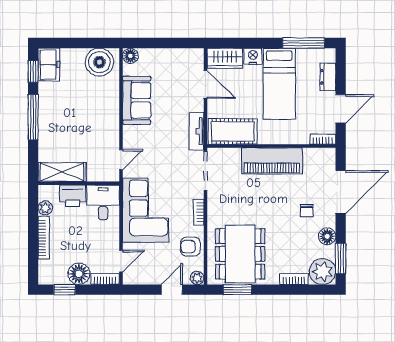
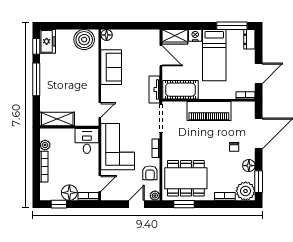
dresser: (328, 77) -> (249, 39), moved
printer: (73, 196) -> (65, 136), removed
armchair: (190, 247) -> (150, 173), turned -90
dining table: (240, 254) -> (186, 178), turned 90

